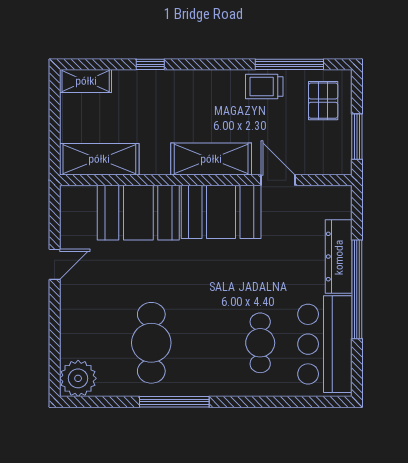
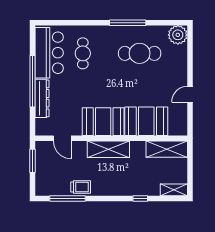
pallet: (323, 101) -> (50, 180), removed
door: (278, 180) -> (62, 138), moved
cafe table: (151, 343) -> (140, 53), turned 90

